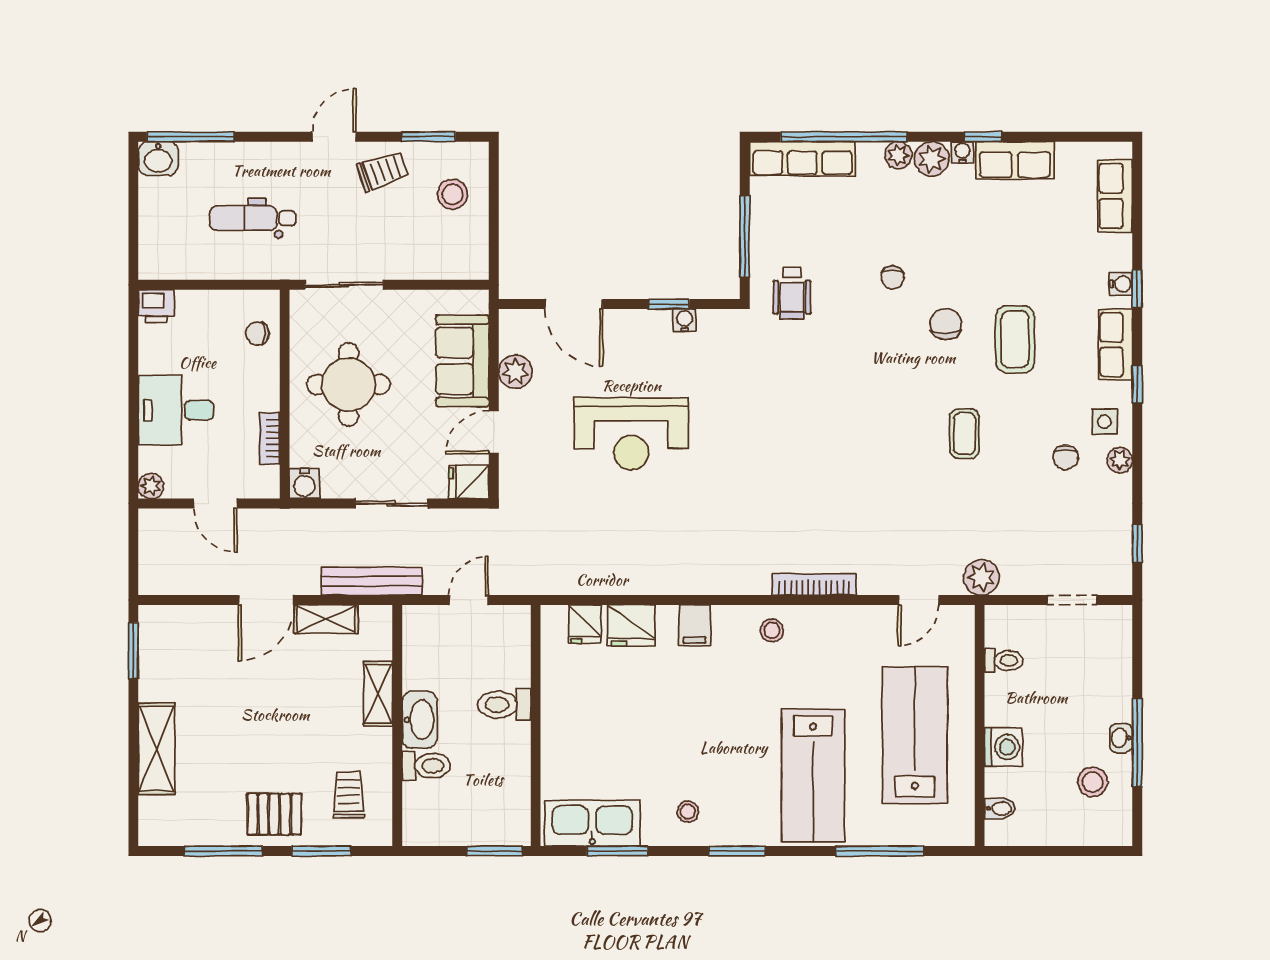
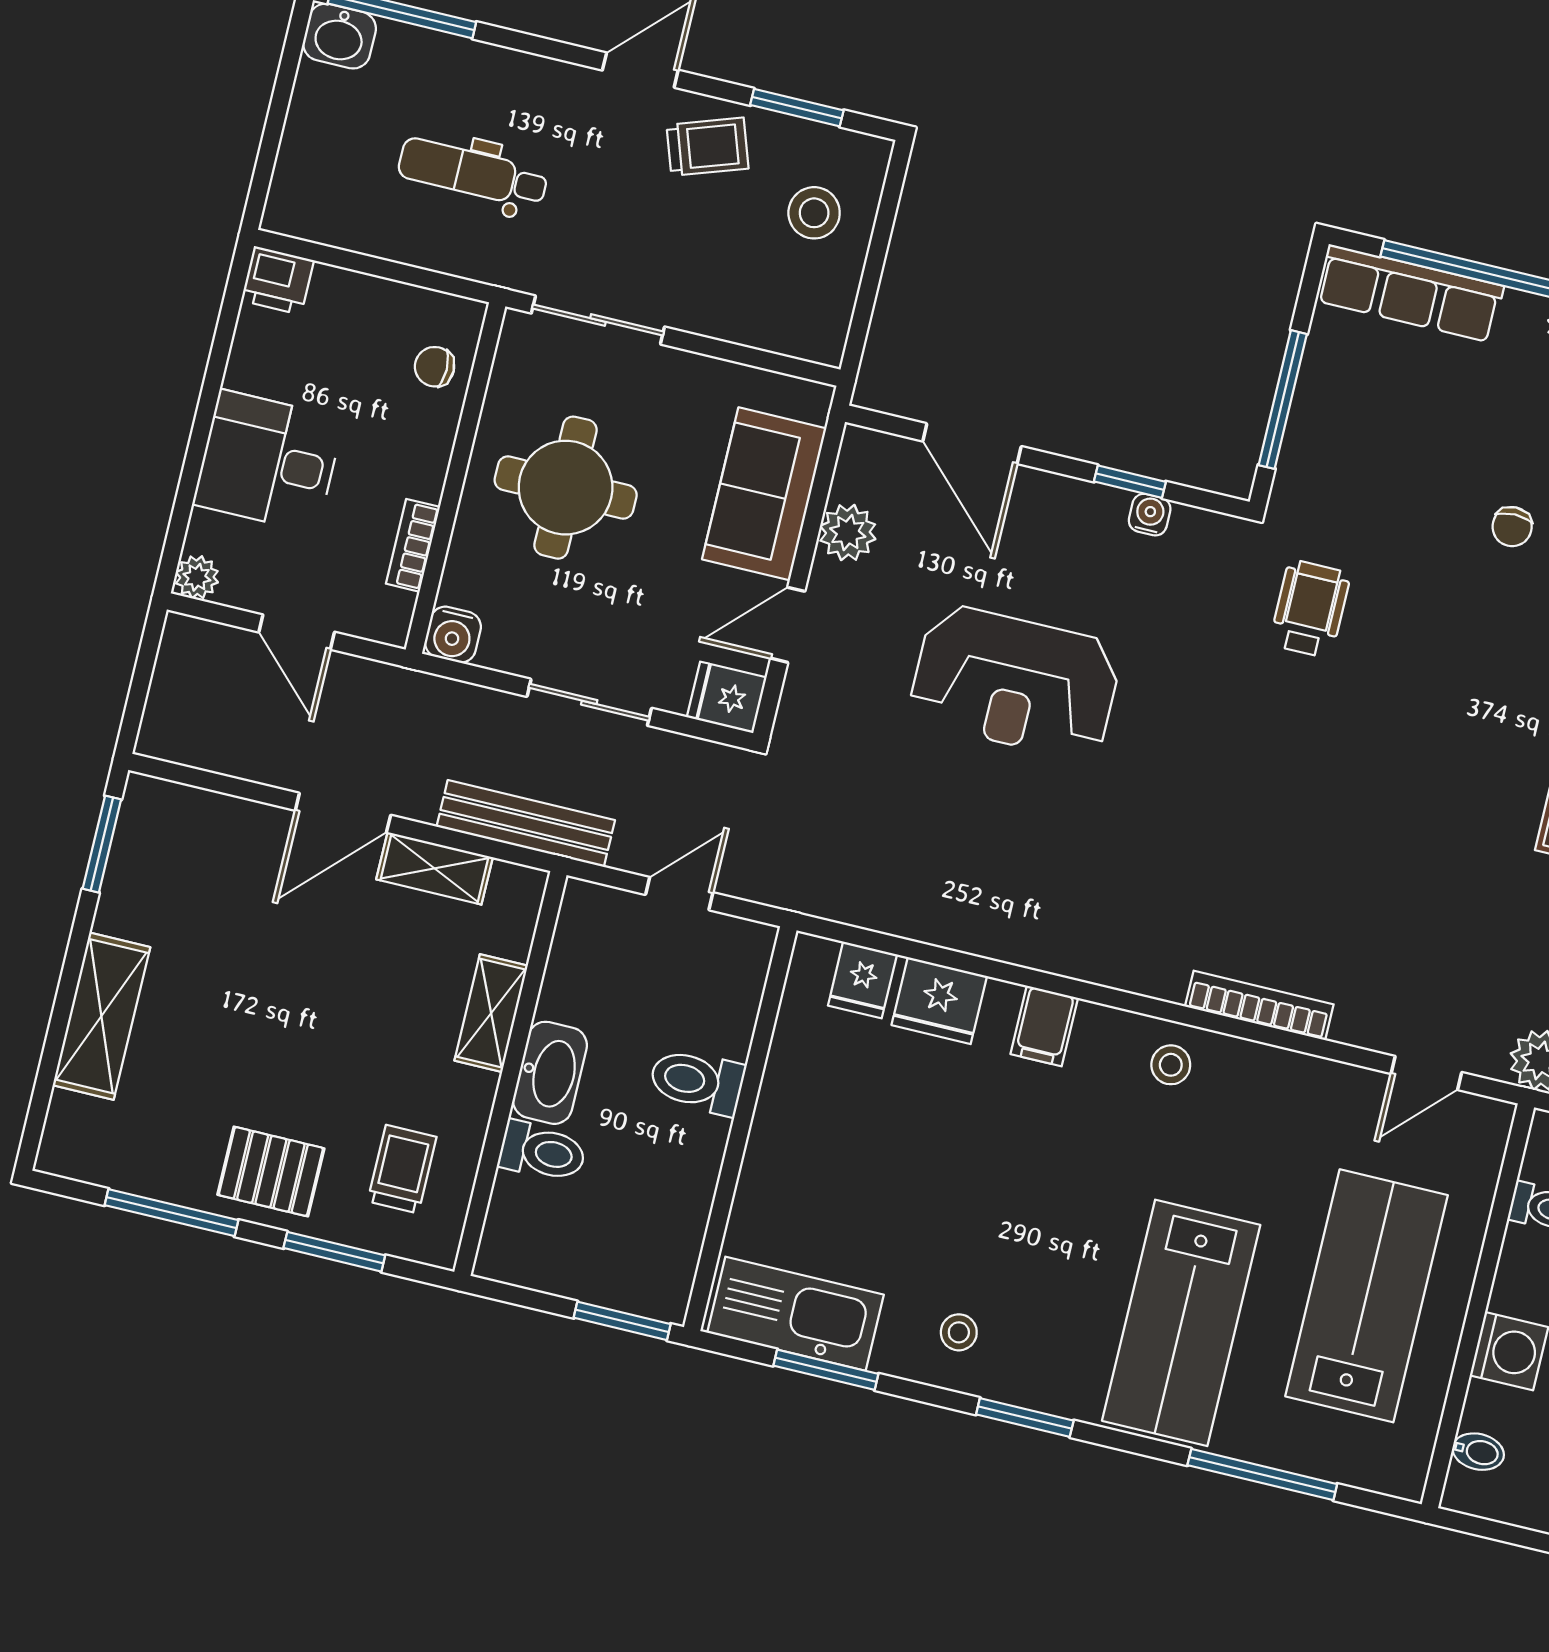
wheelchair: (792, 293) -> (1310, 609), moved, turned 180

